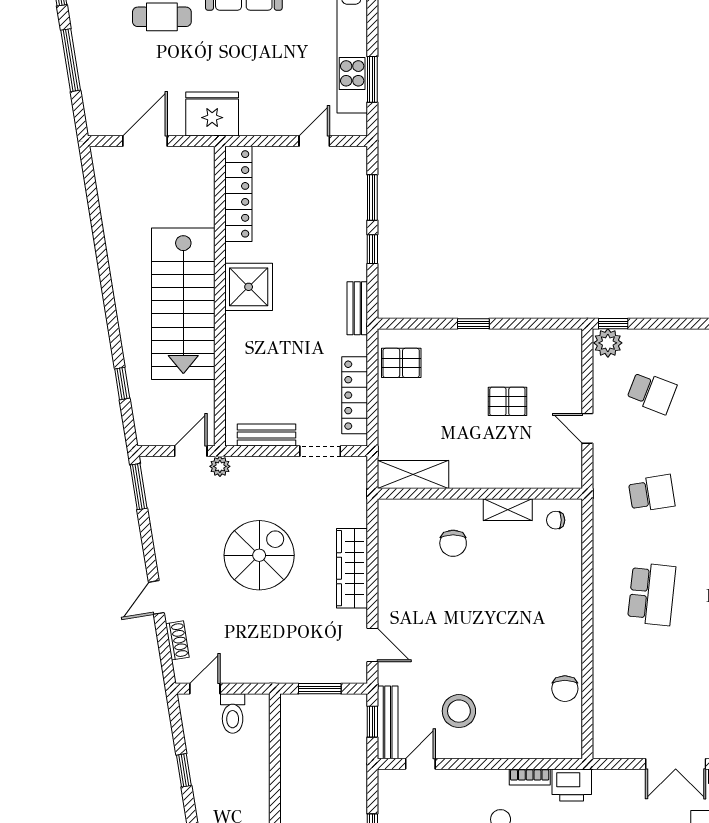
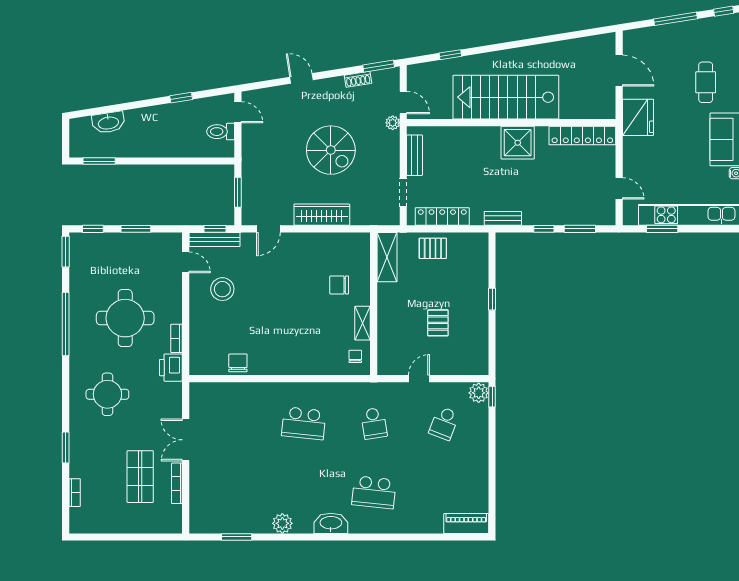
pallet: (401, 363) -> (433, 248), moved, turned 90
shoe rack: (177, 640) -> (358, 79), moved
chair: (565, 689) -> (238, 363), turned 90

